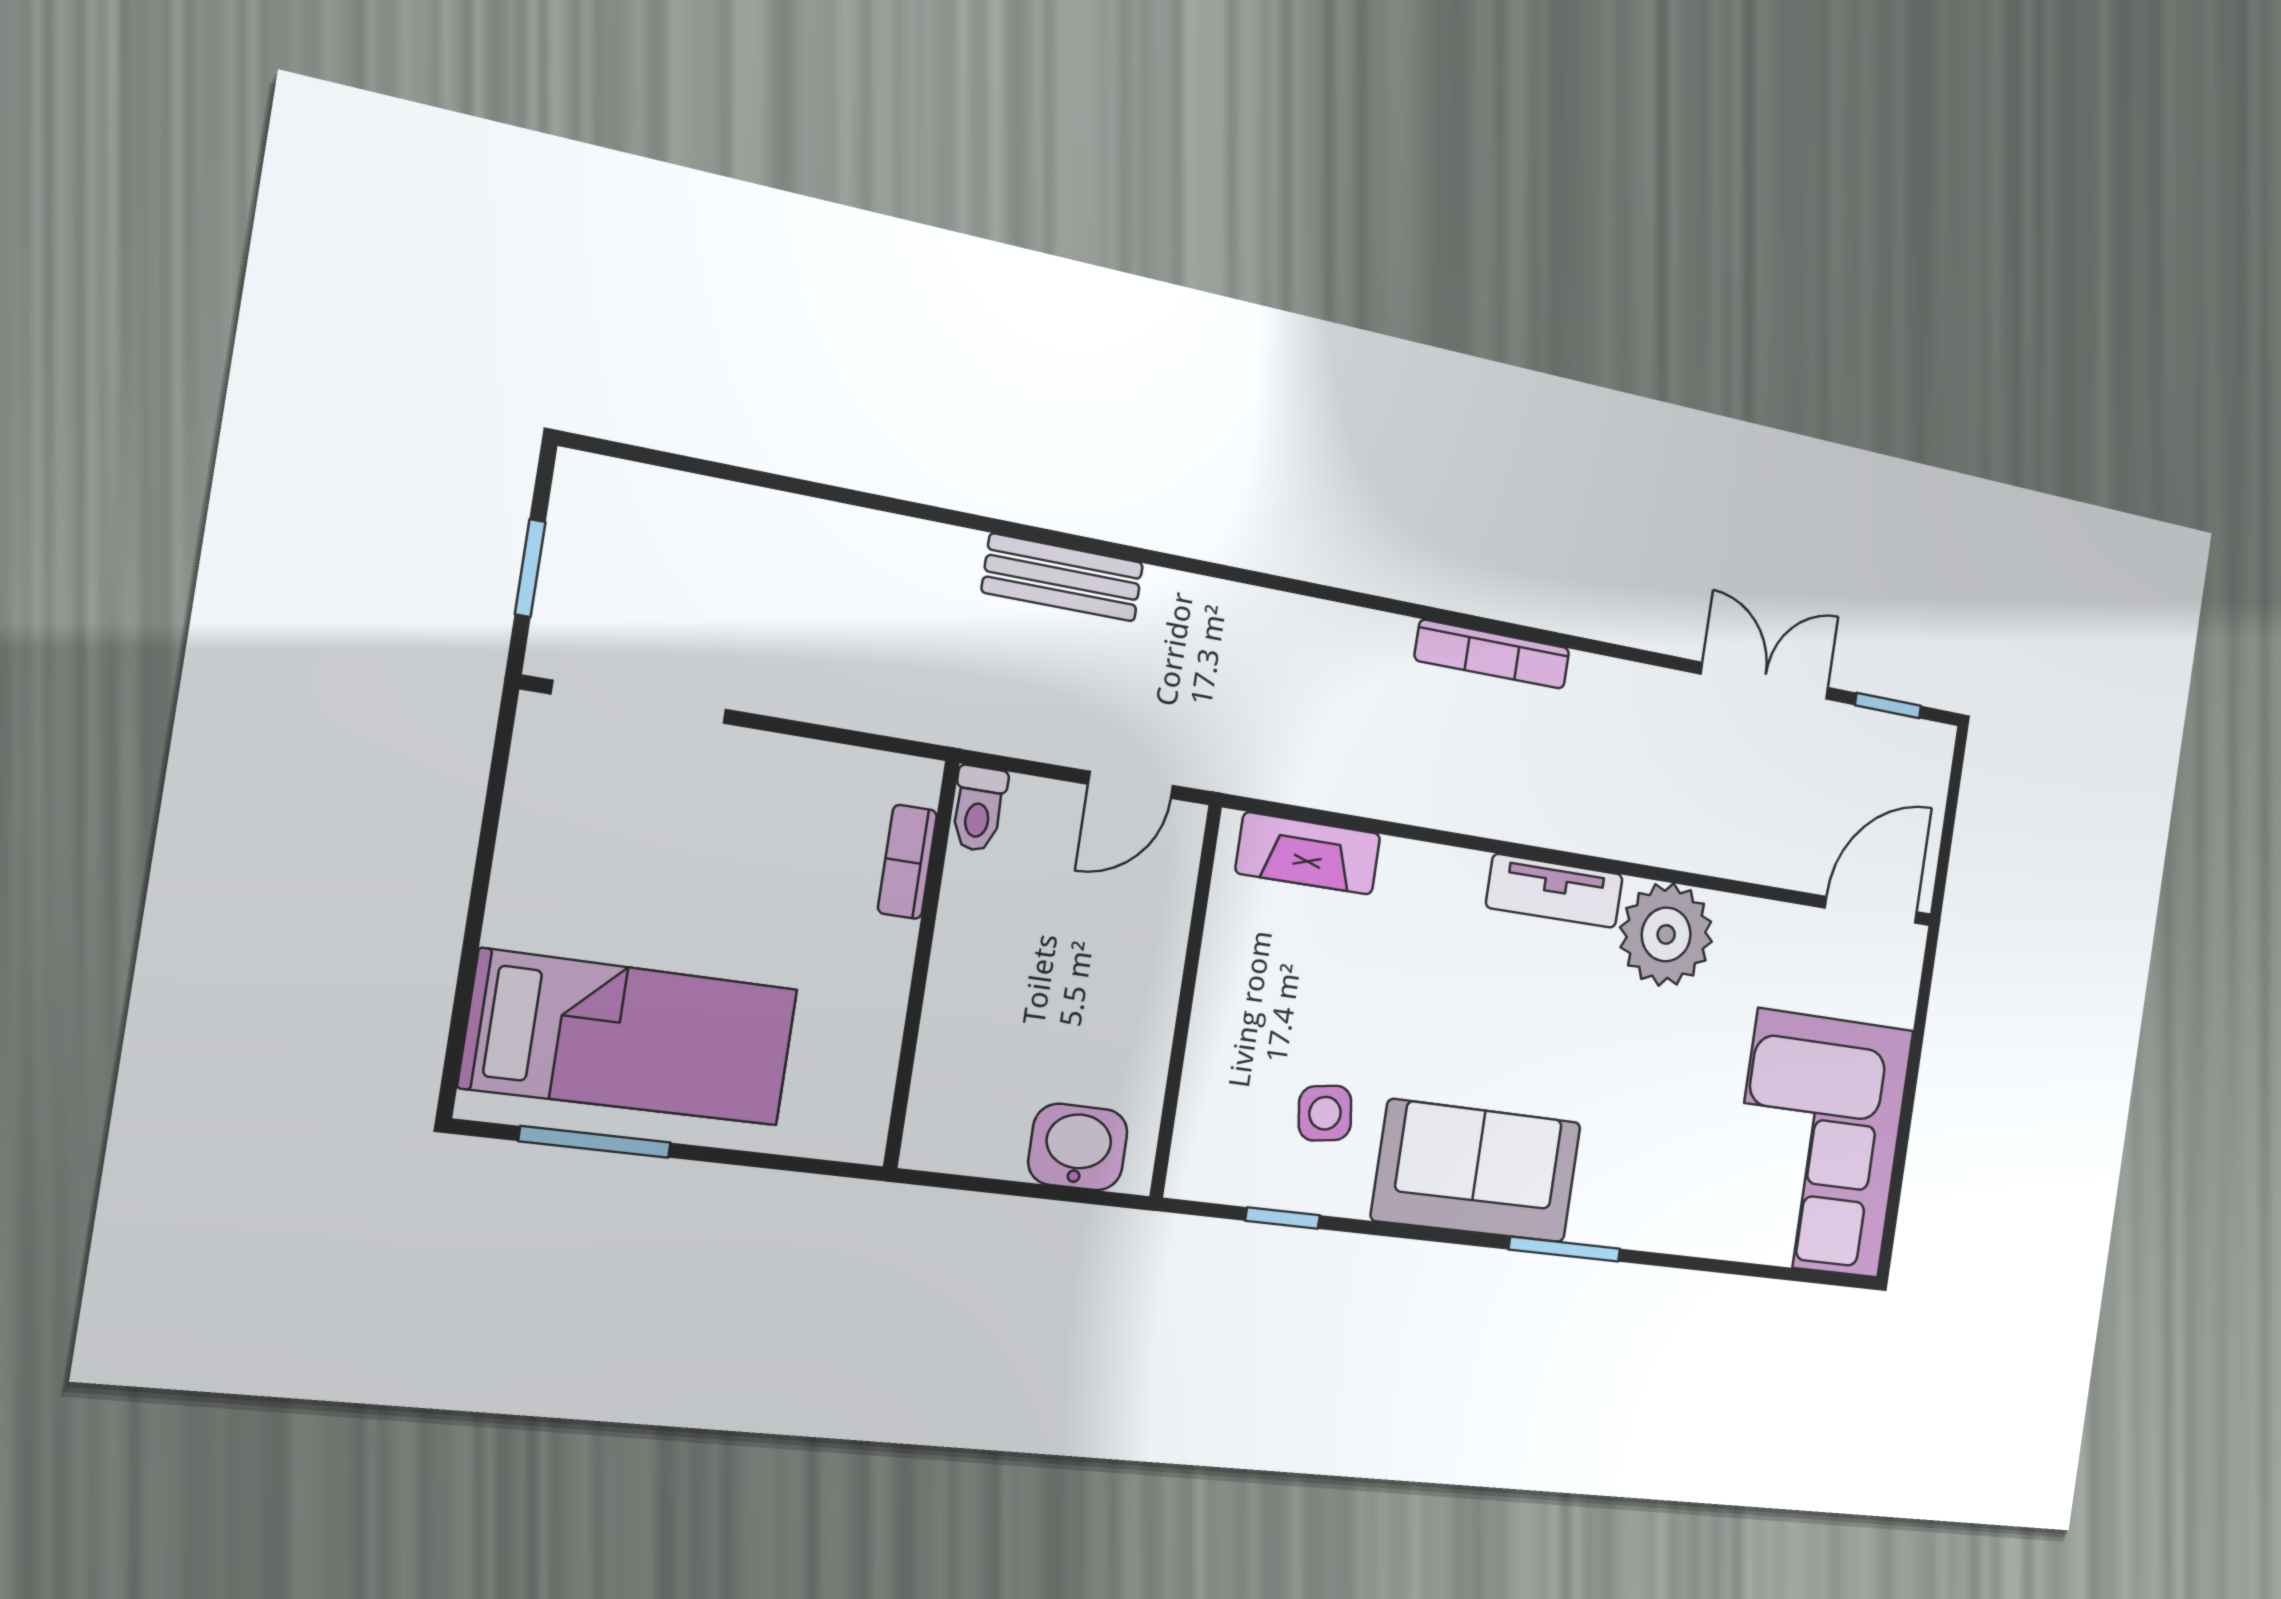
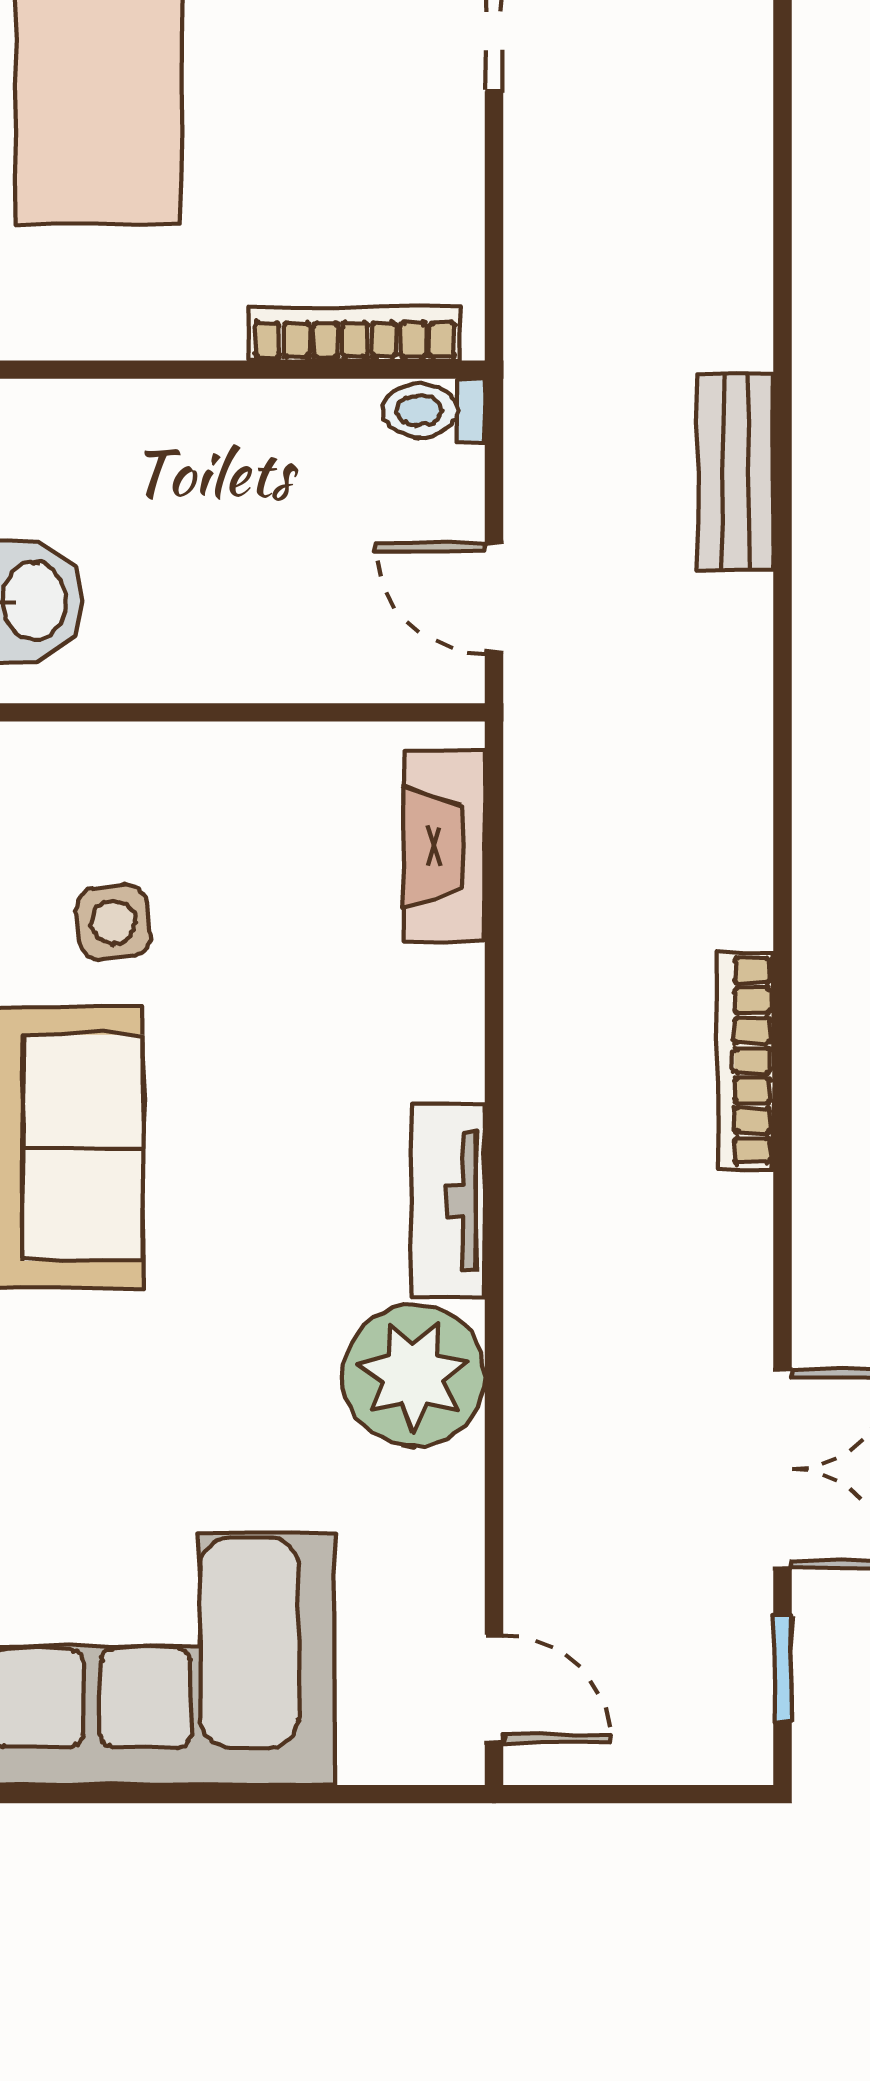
bookcase: (907, 862) -> (355, 334), width x1.56
door: (1871, 910) -> (494, 1689), width x0.73

